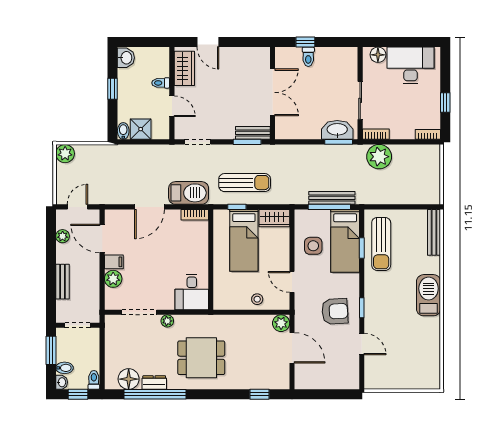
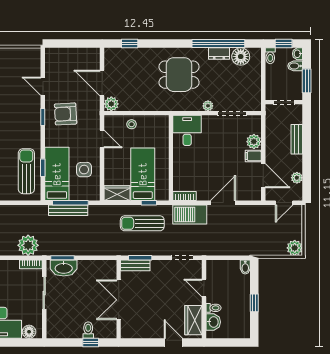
washbasin: (126, 58) -> (213, 322), moved, turned 180
shower: (141, 129) -> (230, 269), removed

